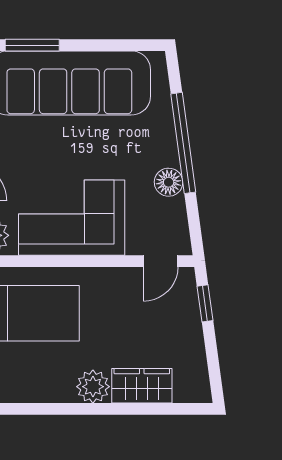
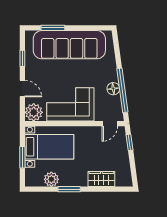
window: (183, 143) -> (122, 90), moved
plant: (93, 387) -> (51, 179), moved
window: (69, 409) -> (69, 189), added

